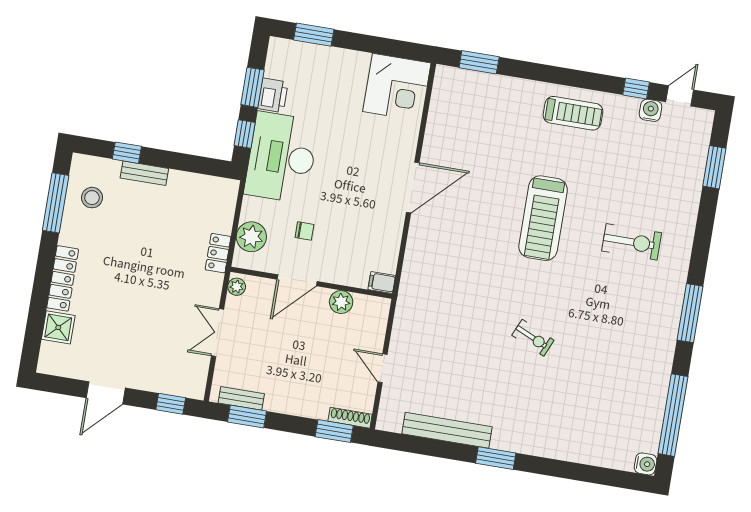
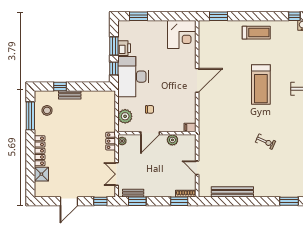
treadmill: (573, 113) -> (256, 33), moved
locker: (218, 253) -> (111, 141), moved
double door: (217, 333) -> (117, 174), moved
window: (496, 458) -> (289, 201), moved

